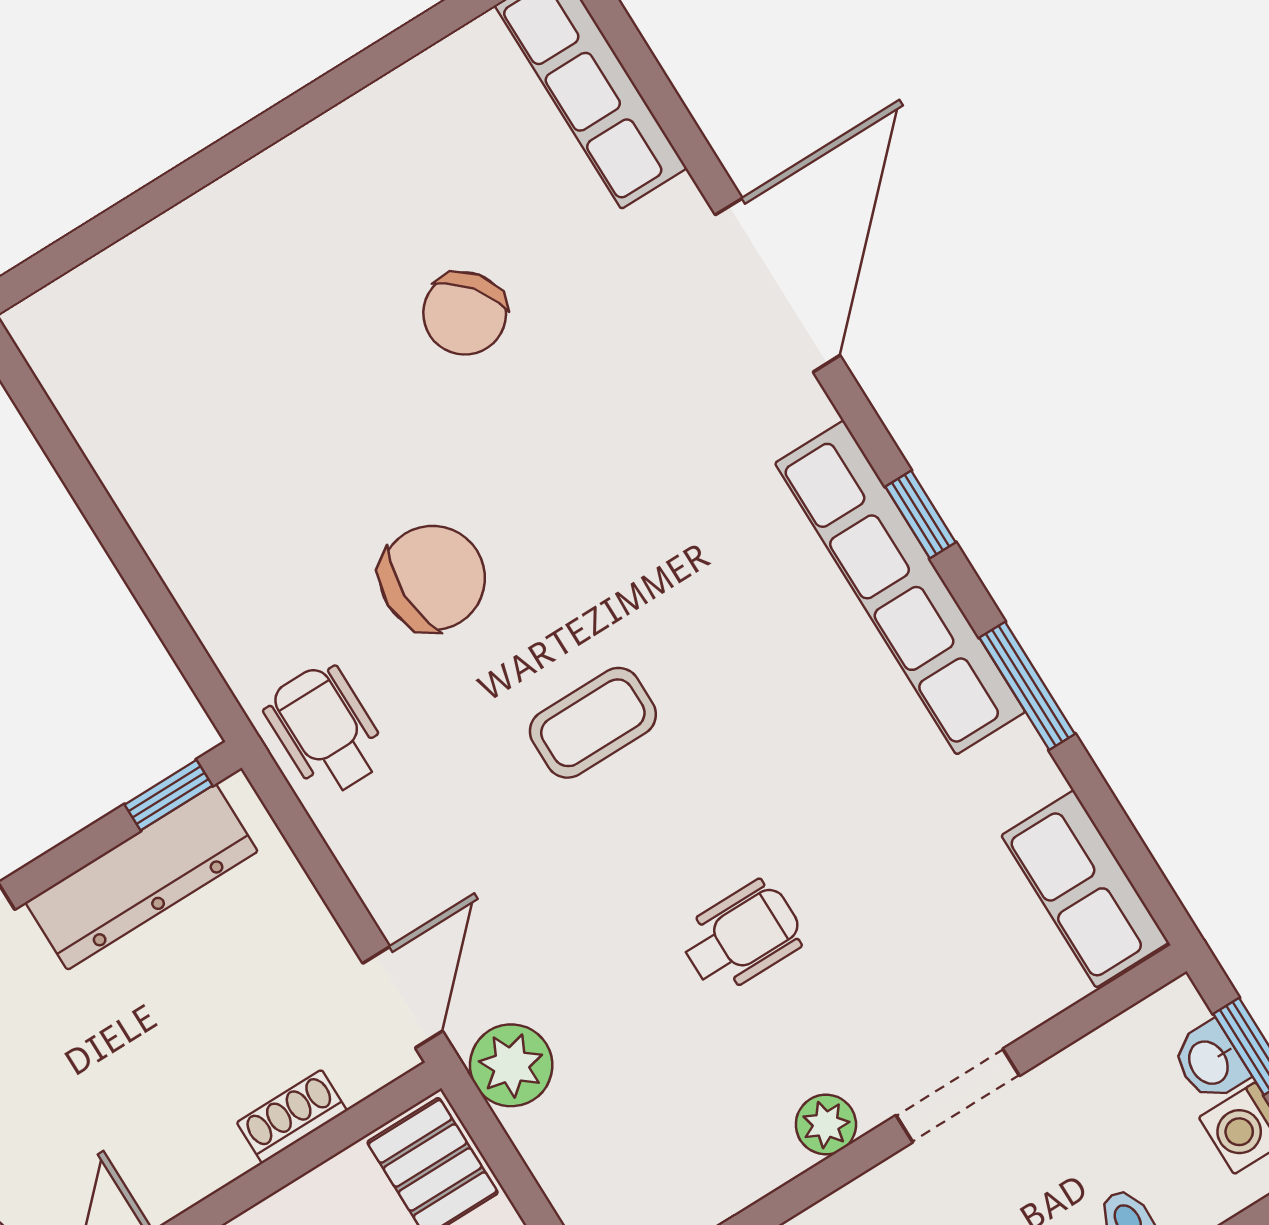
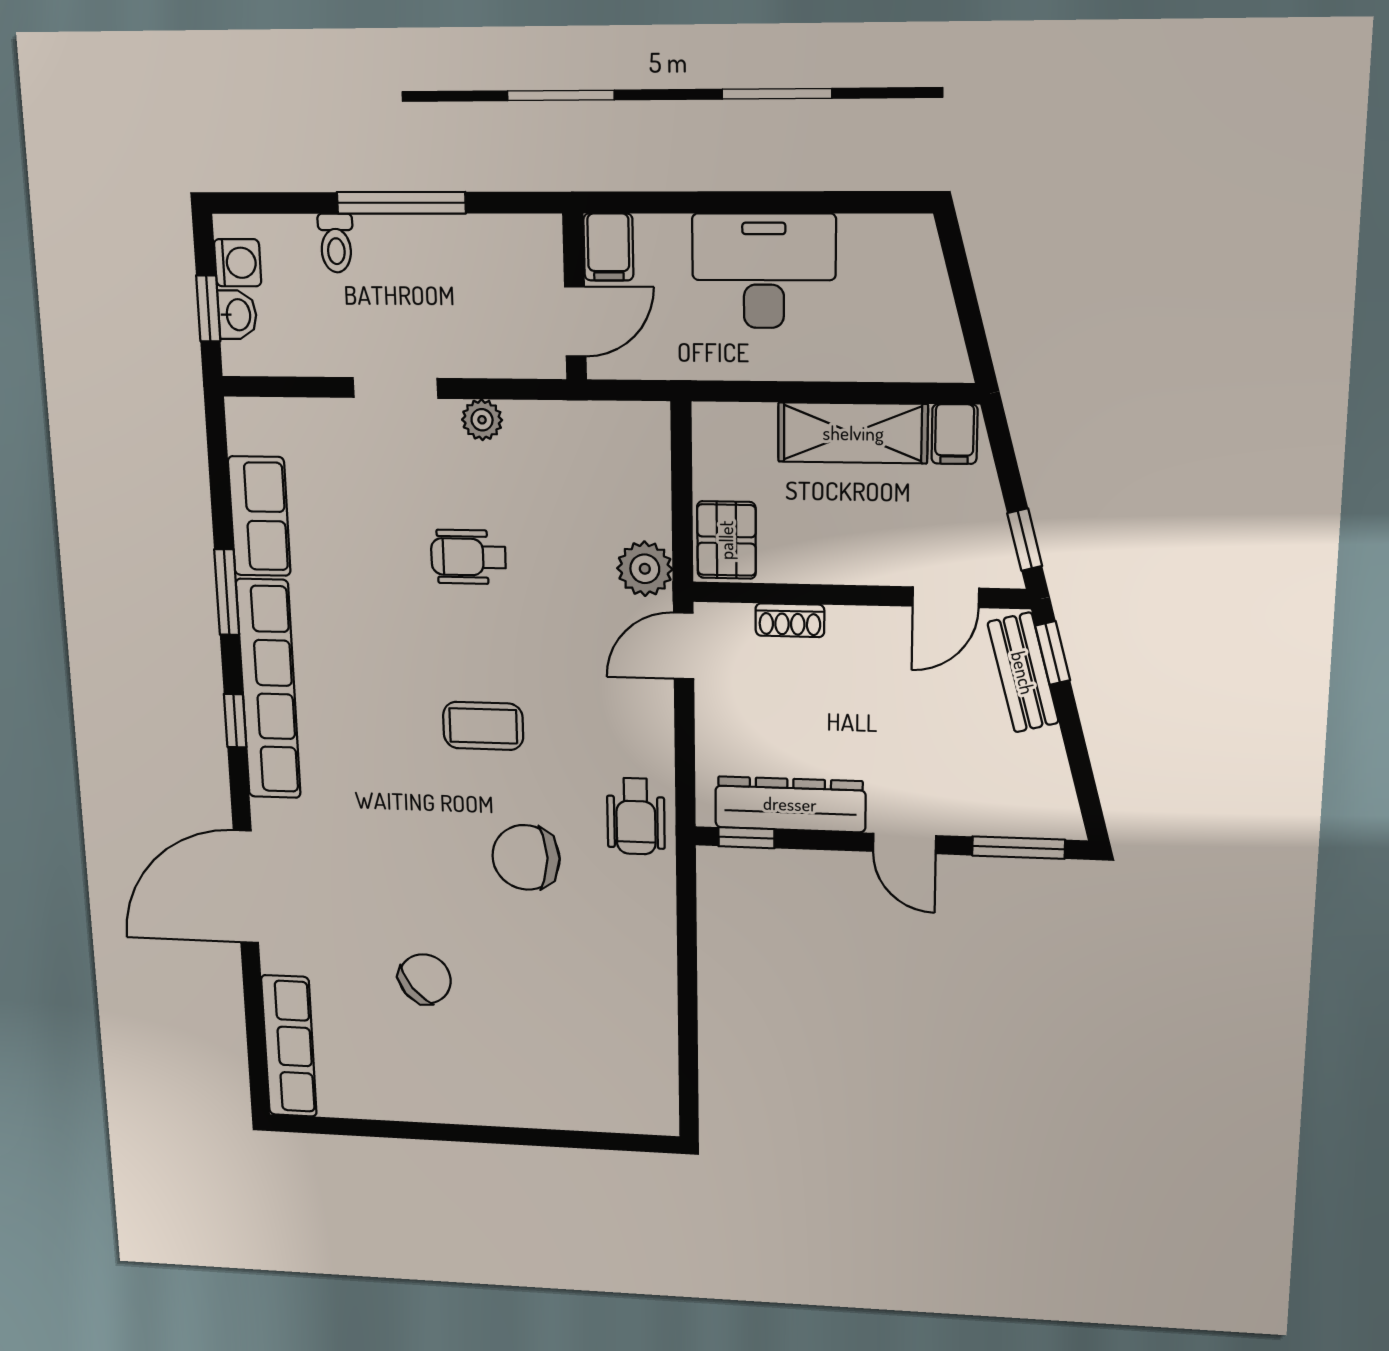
row of seats: (1085, 889) -> (259, 516), moved

